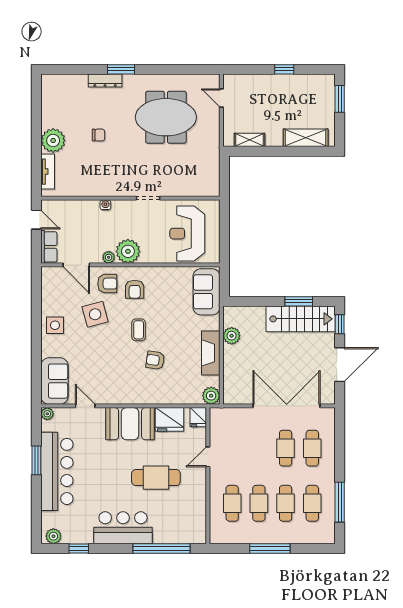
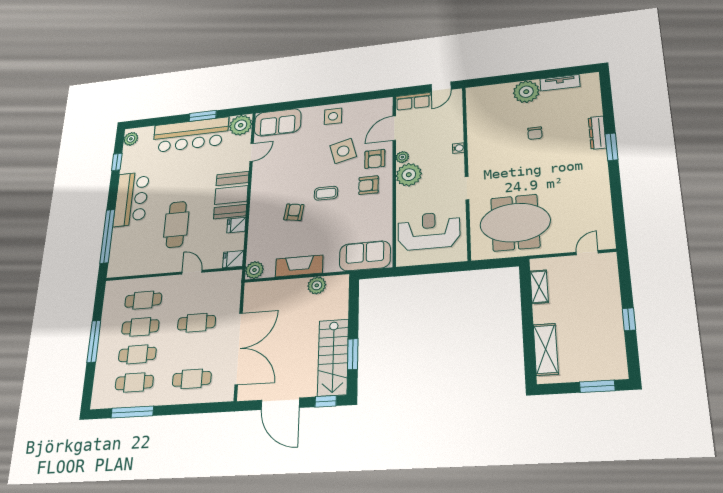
meeting table: (166, 117) -> (515, 223), moved, turned 90
tv unit: (48, 172) -> (560, 83), moved
plant: (47, 414) -> (241, 125), width x1.88, depth x1.88
fridge: (169, 419) -> (236, 225), width x0.53, depth x0.75
cafe table: (286, 448) -> (197, 323), moved

